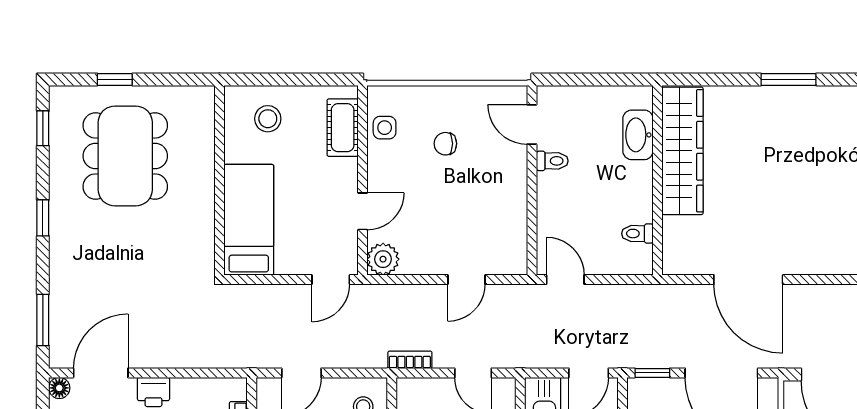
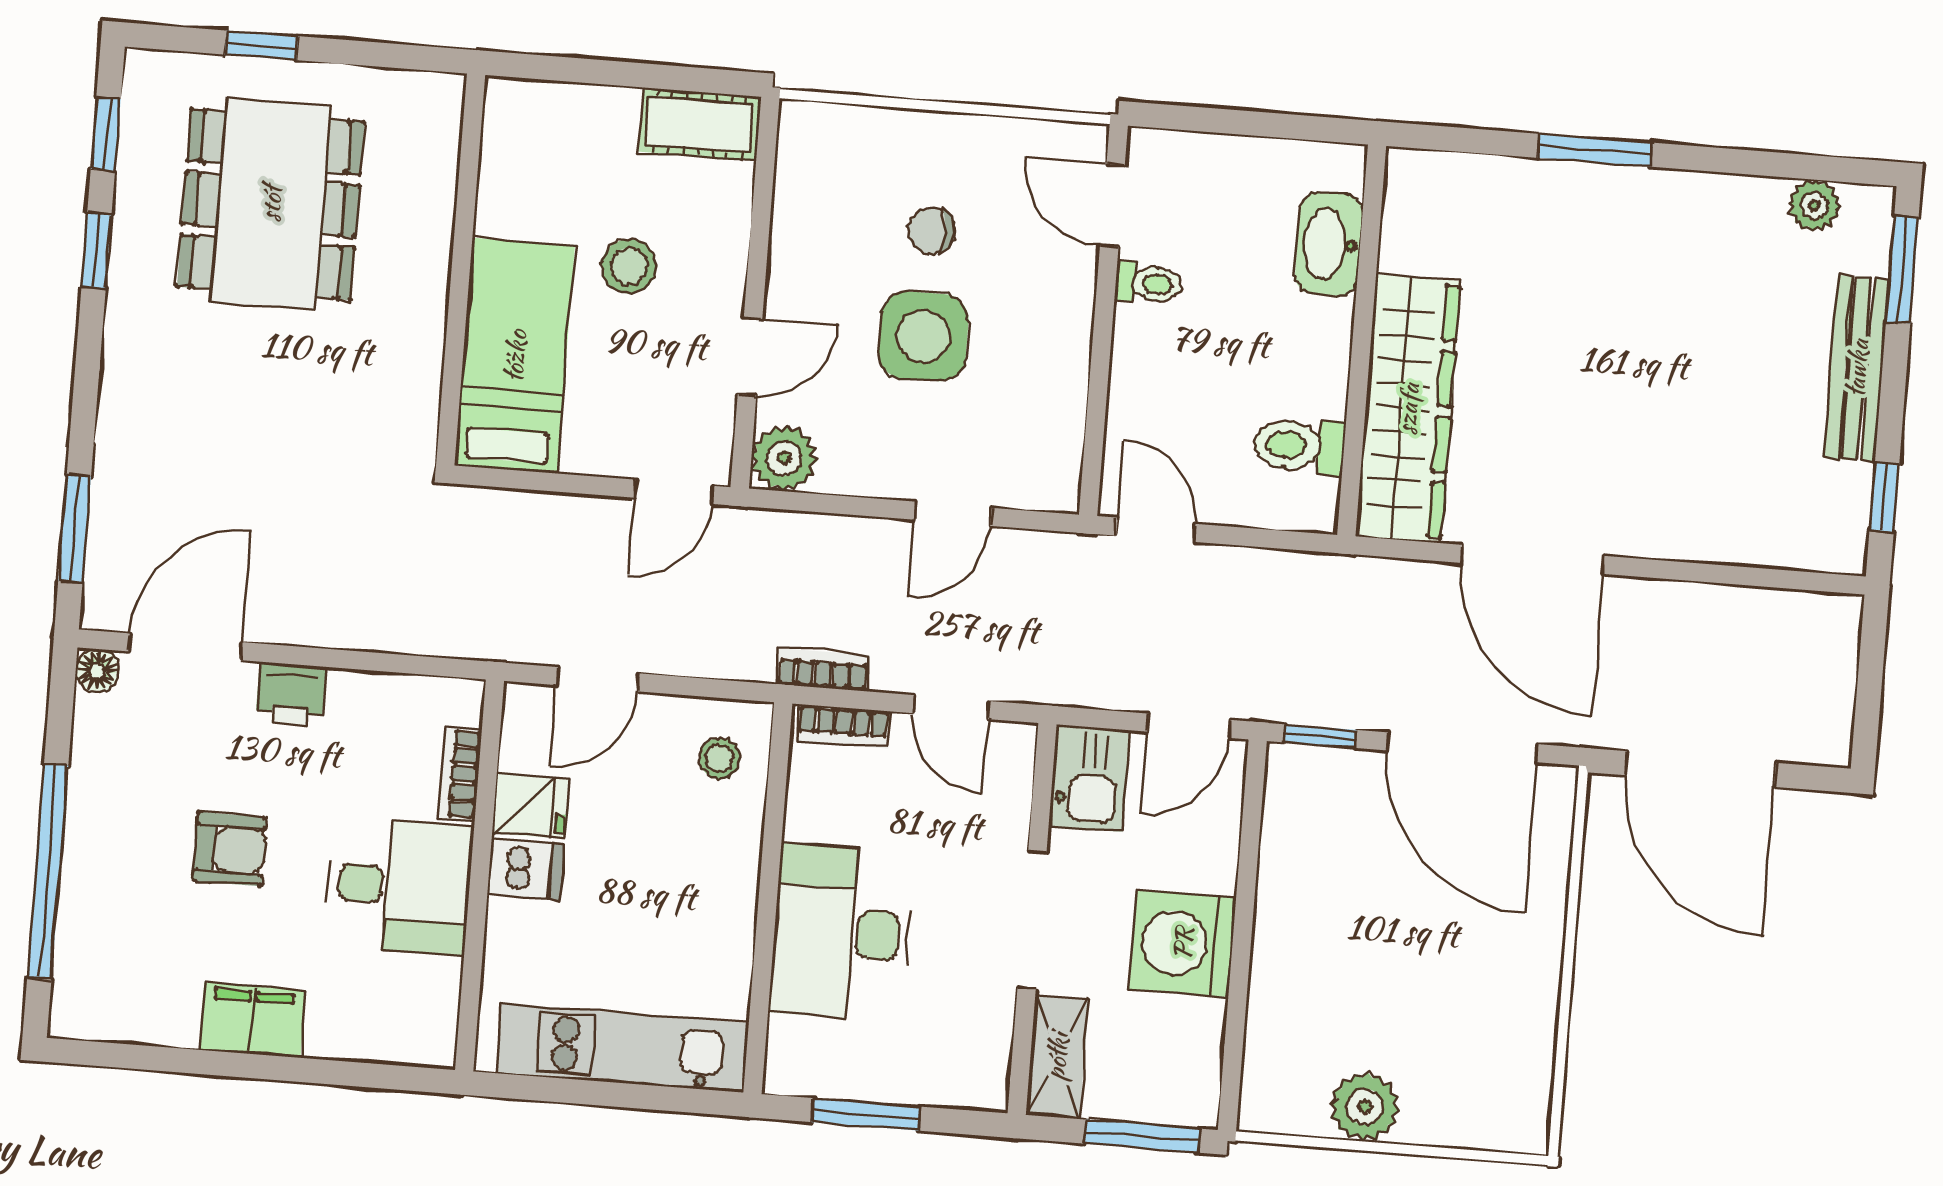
window: (788, 80) -> (1595, 150), moved
stool: (268, 119) -> (629, 266), moved
cot: (343, 128) -> (700, 124), moved, turned 90
side table: (385, 128) -> (923, 336), moved, width x1.87, depth x1.87
wardrobe: (683, 151) -> (1408, 409), moved
window: (43, 218) -> (97, 250), moved
toilet: (637, 234) -> (1299, 446), width x1.37, depth x1.39
bookcase: (422, 386) -> (843, 726), added

